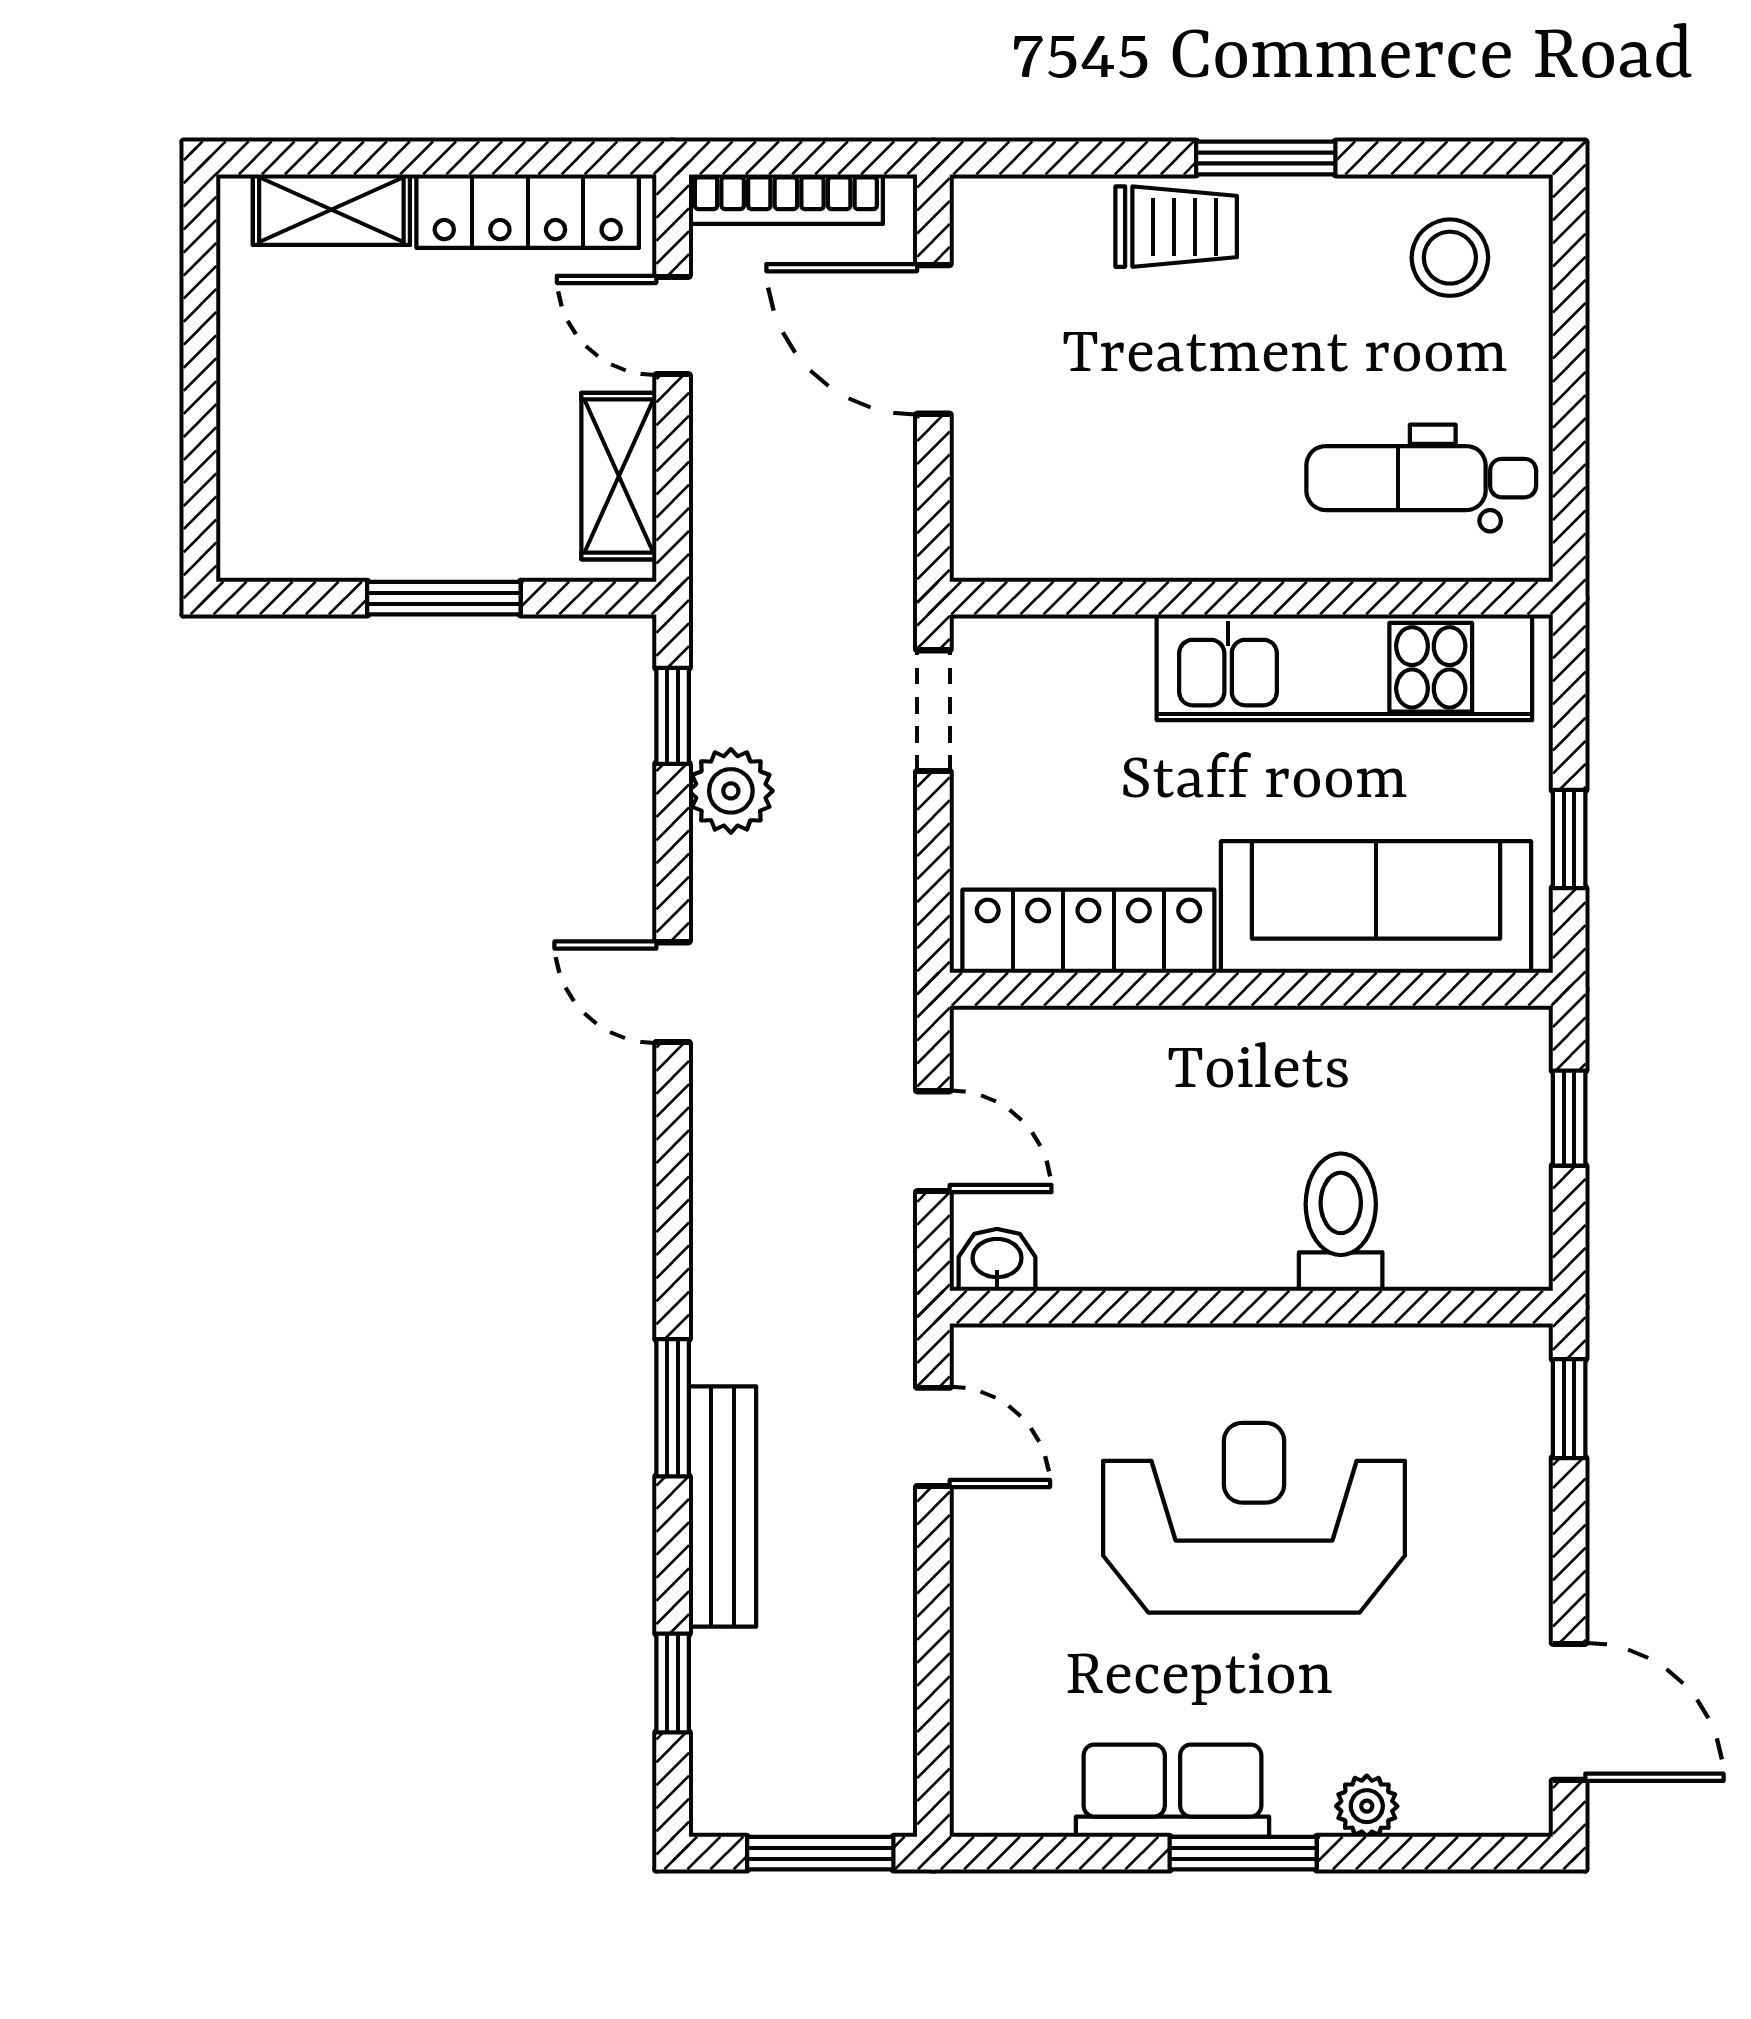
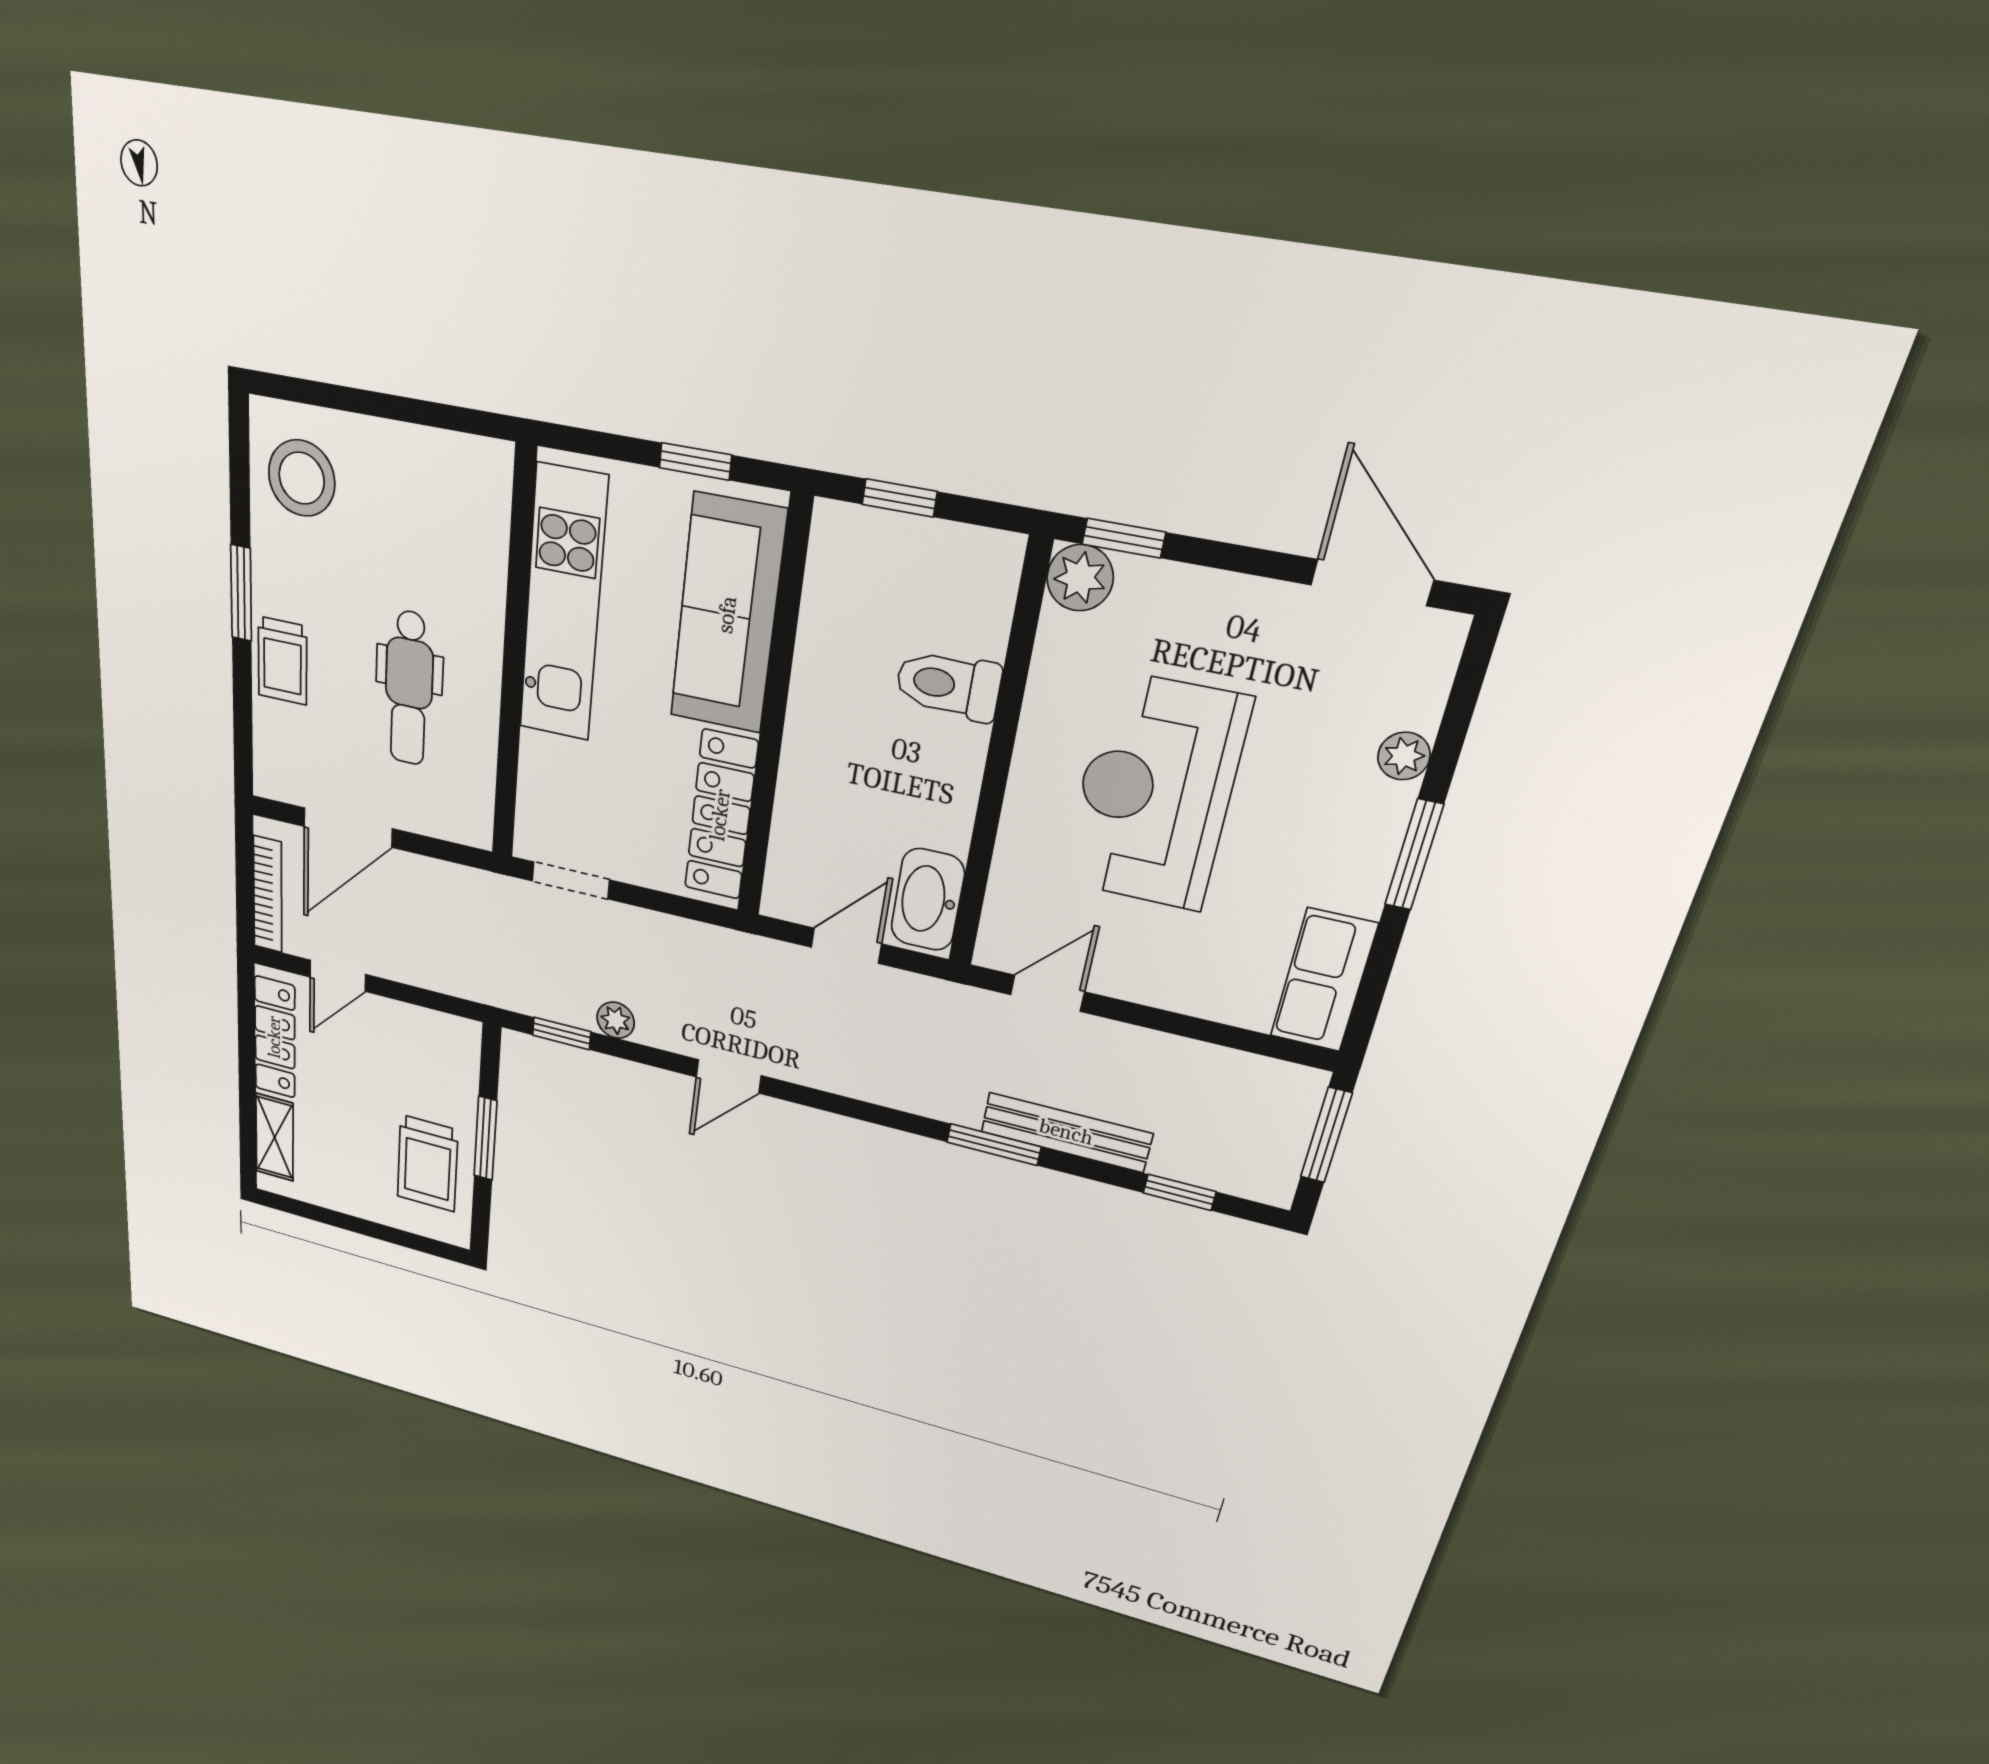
trolley: (1176, 227) -> (282, 661), turned 180
stool: (1450, 258) -> (302, 478), width x1.38, depth x1.38
shelving: (619, 476) -> (421, 1027), removed
dental chair: (1421, 478) -> (409, 688), moved
trolley: (365, 497) -> (428, 1163), added
plant: (731, 791) -> (616, 1020), width x0.73, depth x0.73
washbasin: (997, 1260) -> (928, 900), width x1.91, depth x1.45
plant: (1511, 1365) -> (1080, 578), added
door: (1569, 1712) -> (1372, 582), hinge flipped
row of seats: (1172, 1791) -> (1324, 980), moved

